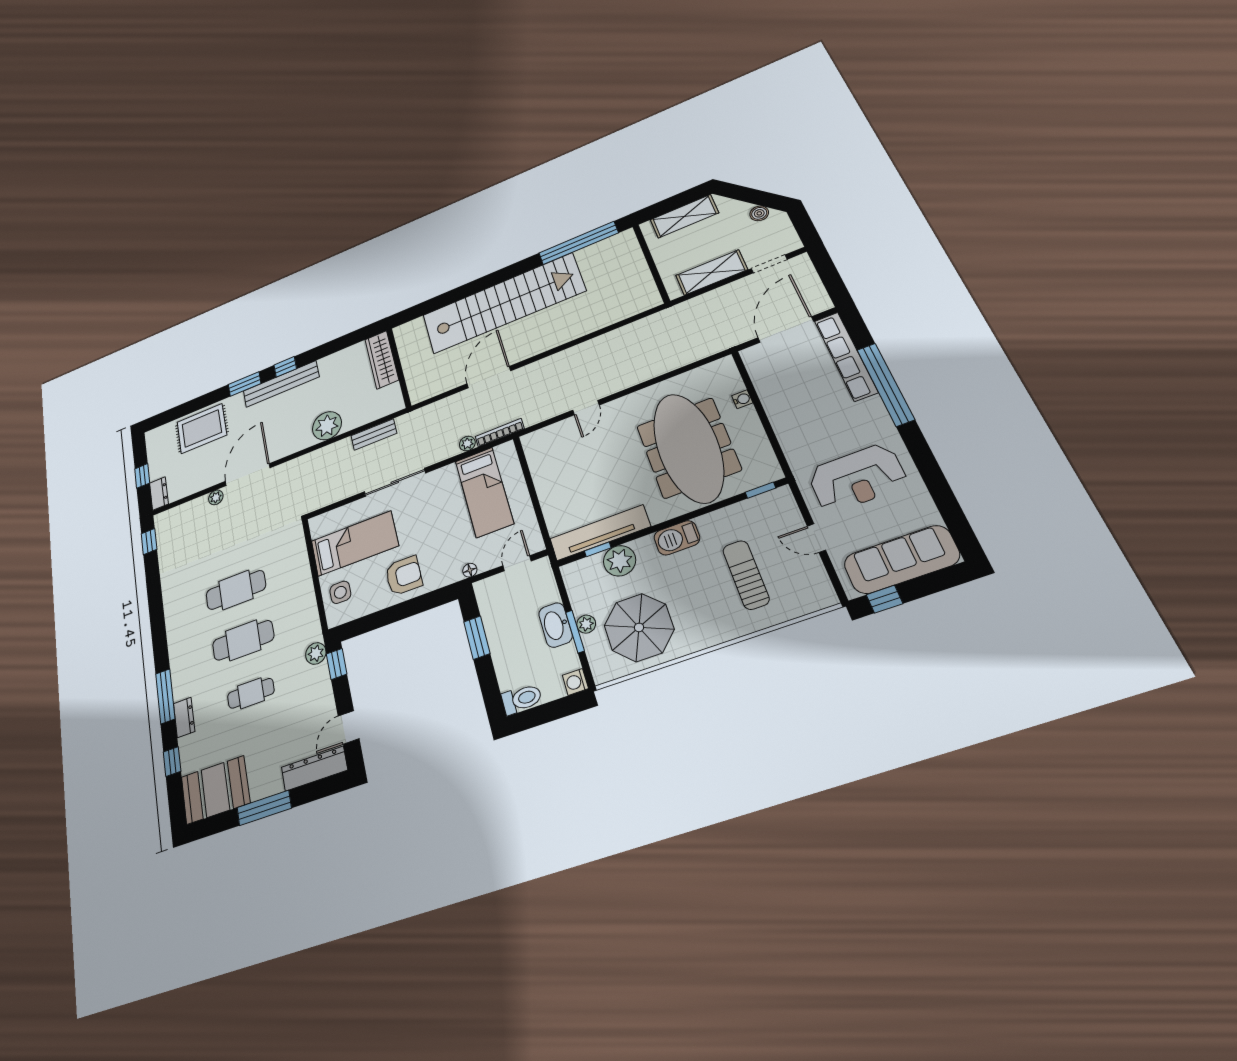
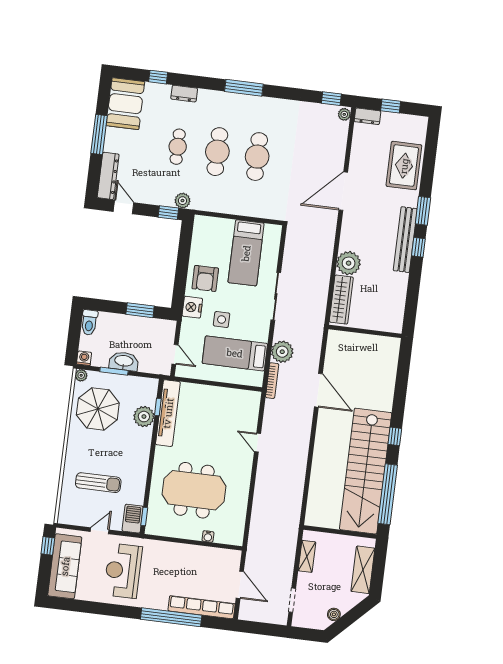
shelving: (712, 272) -> (307, 556), width x0.67, depth x0.75
window: (507, 273) -> (395, 436), added
stairs: (503, 303) -> (366, 471), moved
door: (786, 330) -> (240, 585), width x0.73
wardrobe: (382, 360) -> (341, 300), moved, turned 90
bench: (374, 434) -> (321, 295), removed
plant: (467, 444) -> (282, 352), width x1.88, depth x1.88
meeting table: (688, 448) -> (194, 490), width x0.73
door: (248, 475) -> (343, 191), swing flipped
plant: (216, 497) -> (344, 114), moved
barbecue: (677, 538) -> (133, 519), moved
floor lamp: (470, 570) -> (186, 323), removed
nightstand: (446, 573) -> (192, 307), added
side table: (340, 592) -> (222, 319), moved
plant: (586, 624) -> (81, 375), moved
window: (165, 696) -> (244, 88), moved

